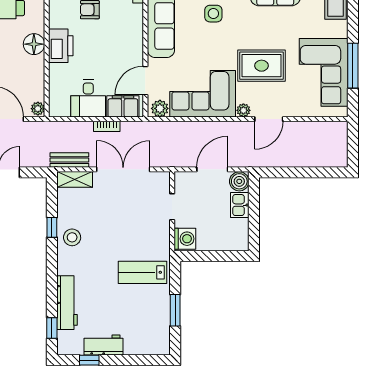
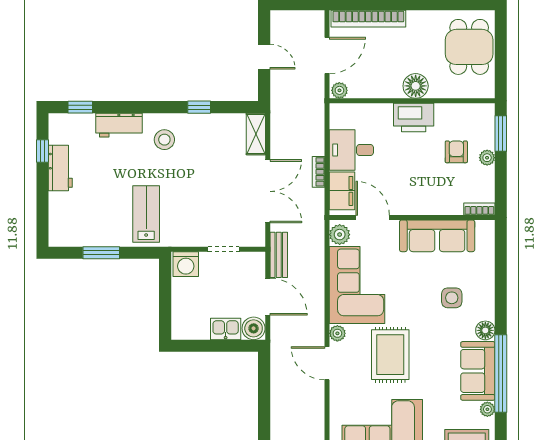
bench: (69, 160) -> (279, 255), moved
stool: (72, 237) -> (164, 140), moved
workbench: (67, 303) -> (119, 125), width x0.73

